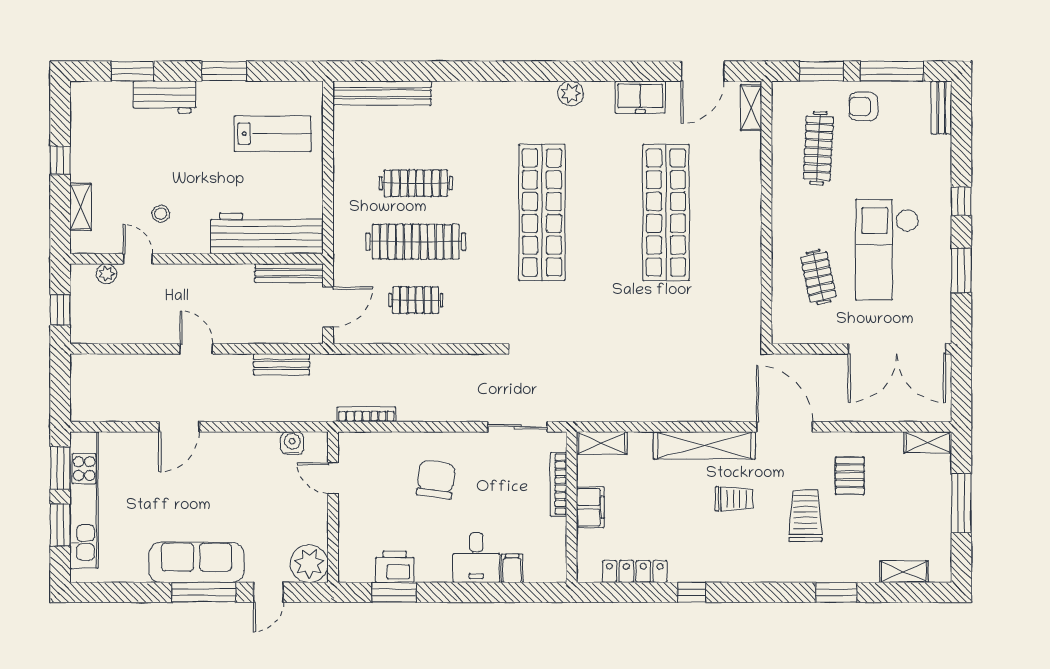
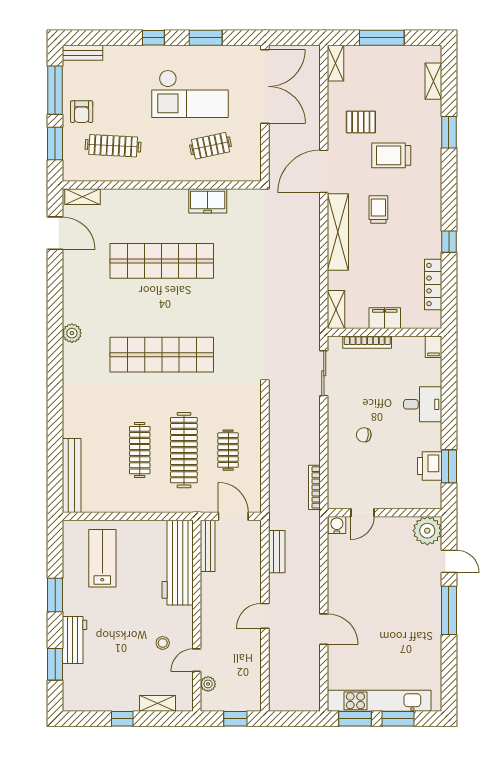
freezer: (640, 97) -> (208, 201), moved, turned 90
water cooler: (292, 443) -> (337, 525), moved, turned 90
chair: (436, 480) -> (364, 435), width x0.54, depth x0.54
sofa: (196, 562) -> (426, 616), removed
filing cabinet: (512, 568) -> (433, 347), moved, turned -90

